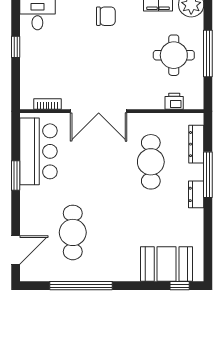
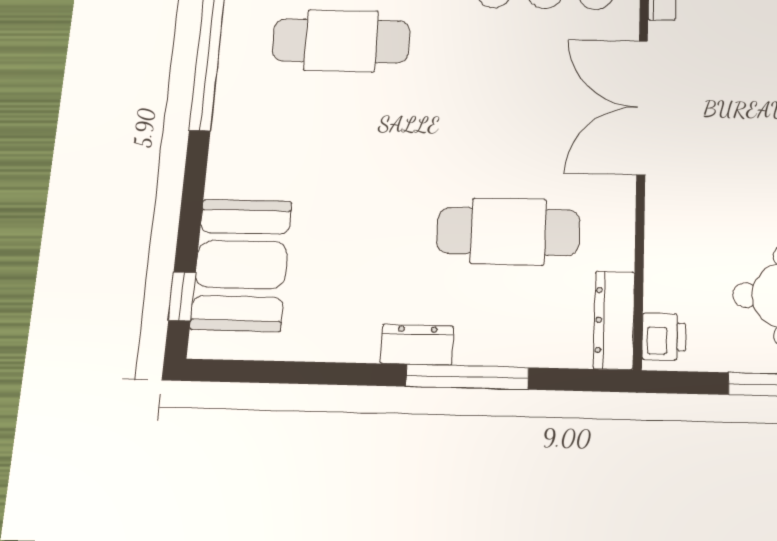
printer: (174, 101) -> (664, 337), moved
dresser: (196, 144) -> (614, 320), moved, turned -90

